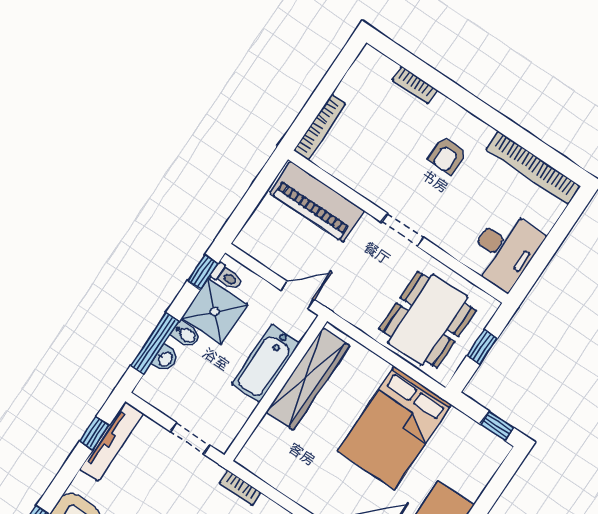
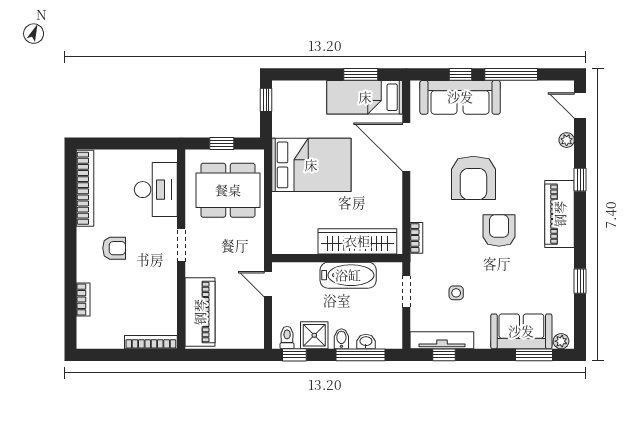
desk: (505, 250) -> (156, 190), moved, turned 90
shower: (215, 311) -> (314, 335), width x0.73, depth x0.73
bathtub: (266, 363) -> (348, 275), moved
wardrobe: (308, 379) -> (357, 241), moved
side table: (152, 491) -> (456, 293), added

